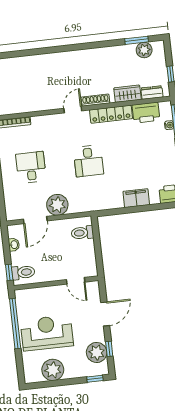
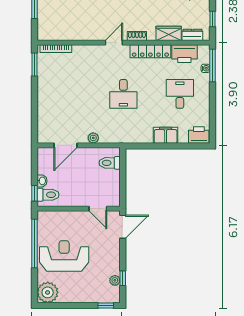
shoe rack: (95, 100) -> (137, 36), width x0.70
desk: (31, 167) -> (180, 94), moved
plant: (57, 205) -> (93, 138), width x0.53, depth x0.53
washbasin: (14, 245) -> (42, 181), moved
door: (105, 314) -> (123, 227), moved
plant: (97, 352) -> (115, 280), width x0.53, depth x0.53
plant: (53, 370) -> (48, 292), moved

